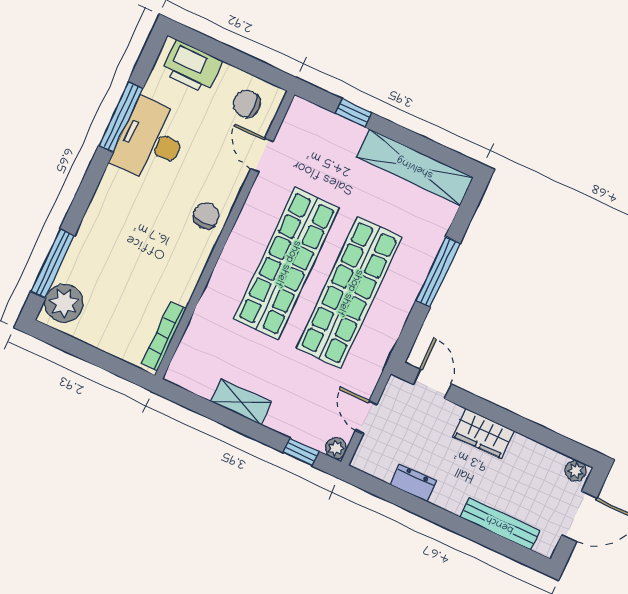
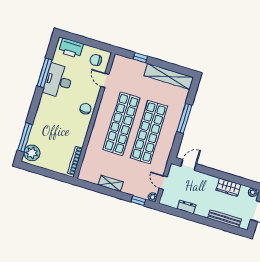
door: (432, 384) -> (189, 165), hinge flipped
wardrobe: (483, 433) -> (228, 187), moved

